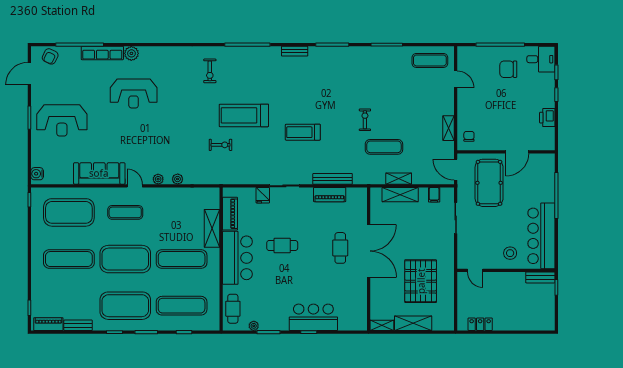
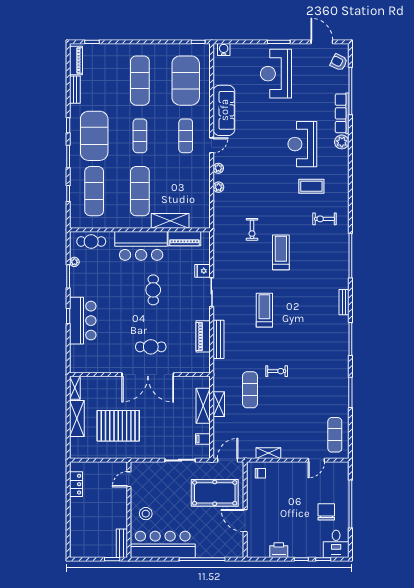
coffee table: (176, 84) -> (311, 186), added
treadmill: (244, 115) -> (281, 252), width x0.73, depth x0.73
exercise mat: (125, 259) -> (140, 136), width x0.50, depth x0.69

